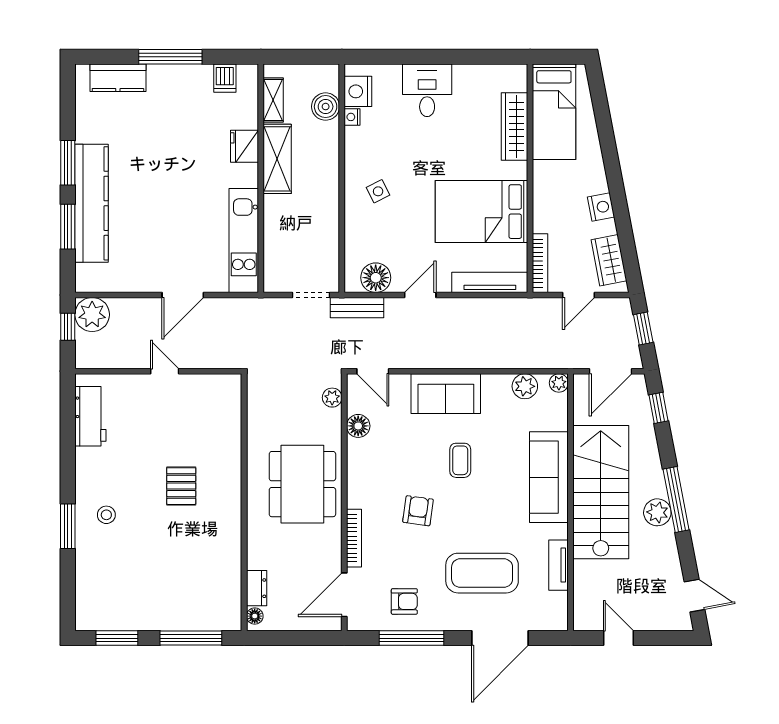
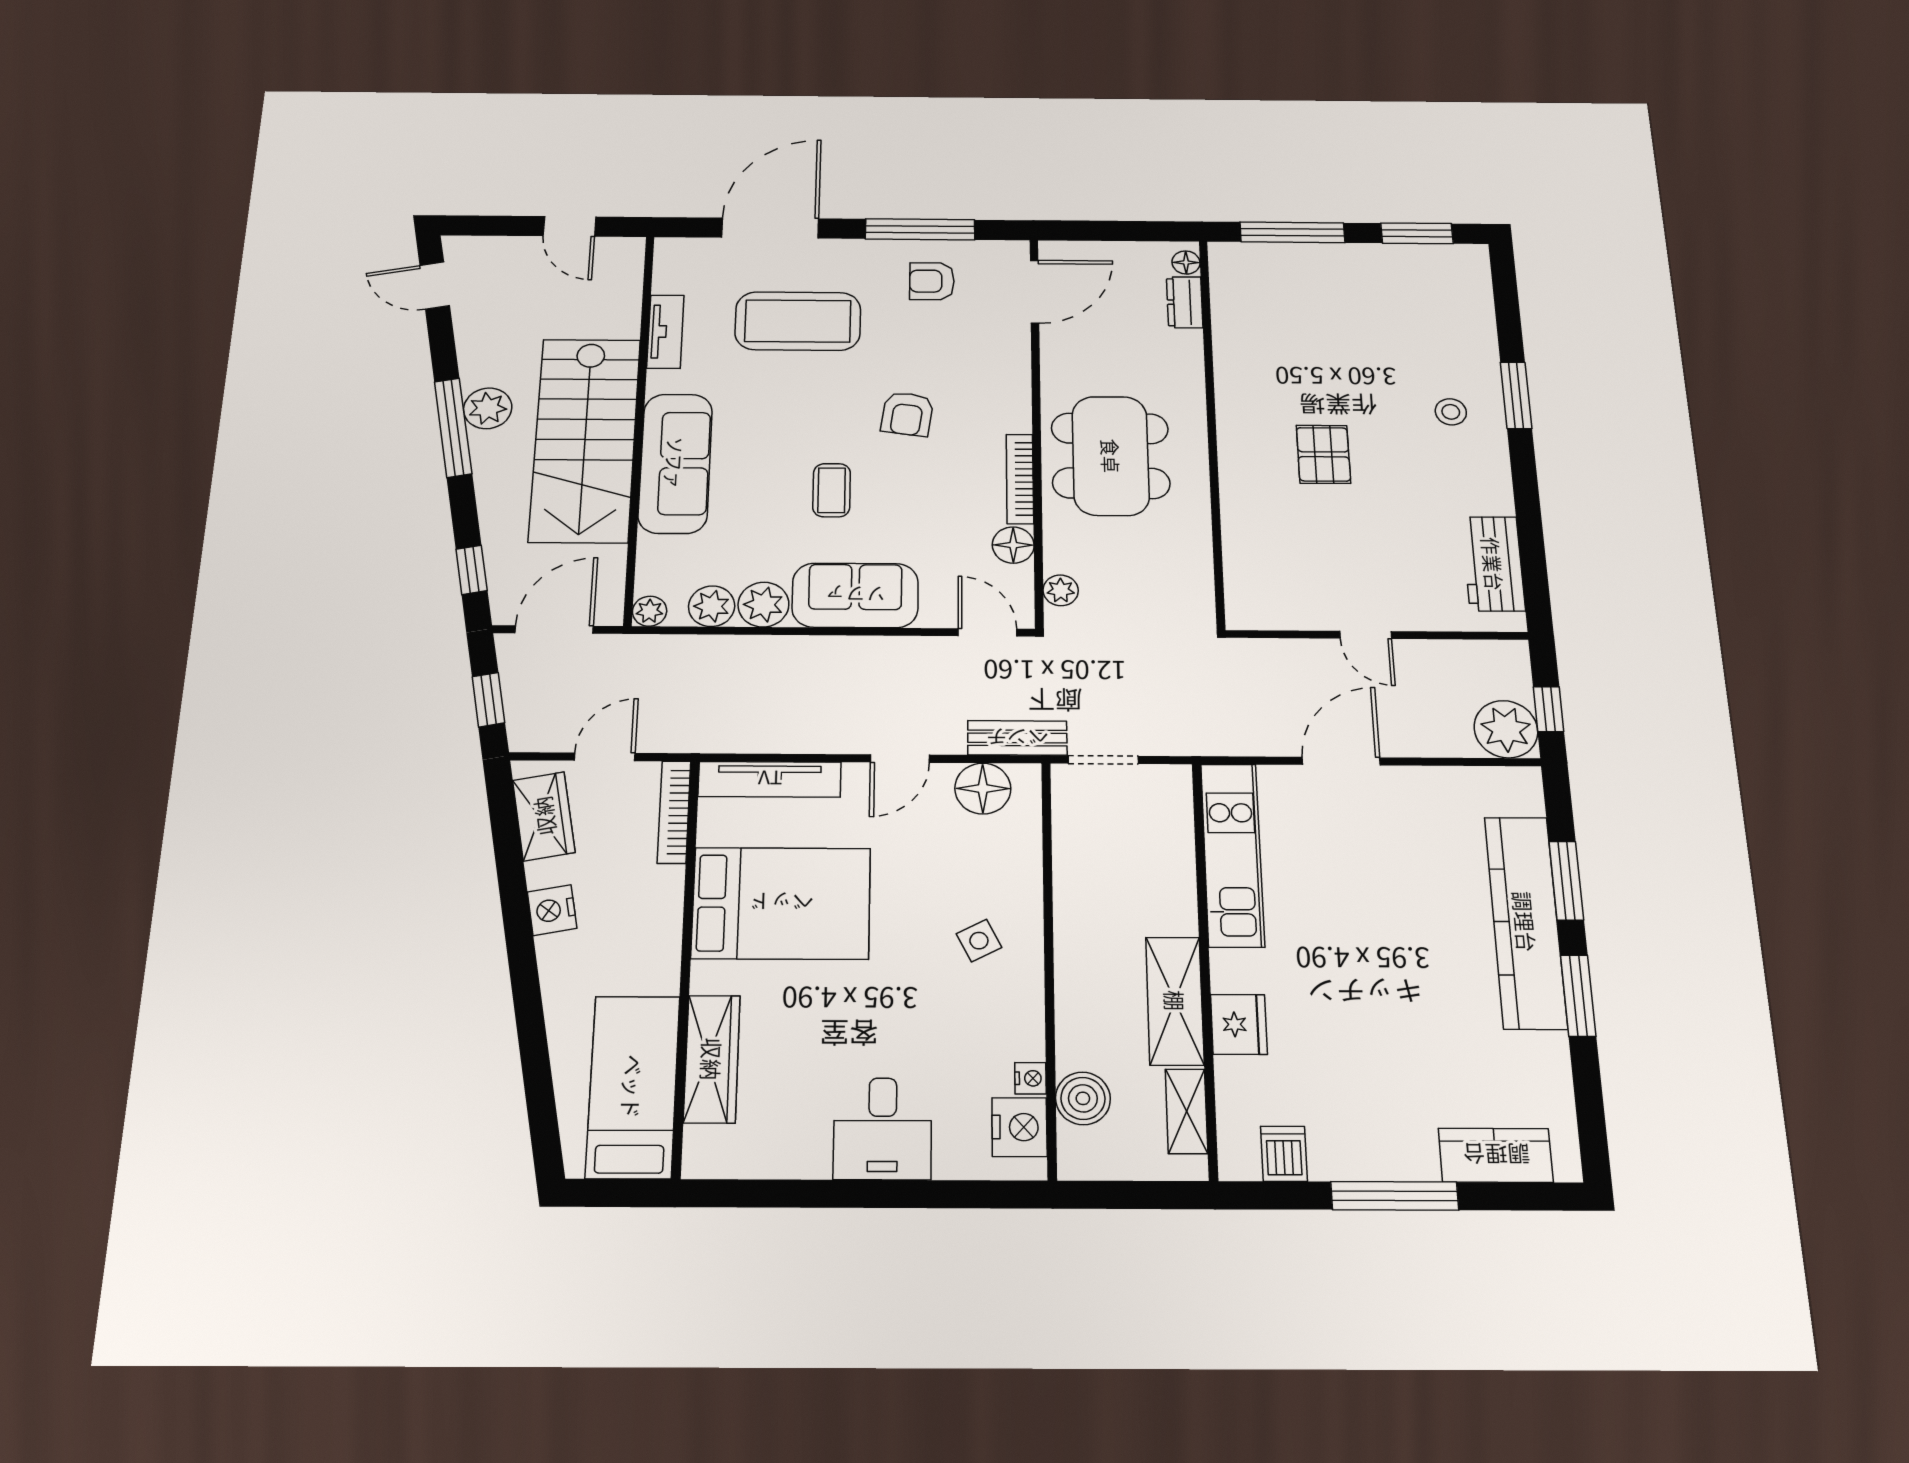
plant: (496, 388) -> (763, 605), added
bookcase: (354, 538) -> (1020, 479), moved

